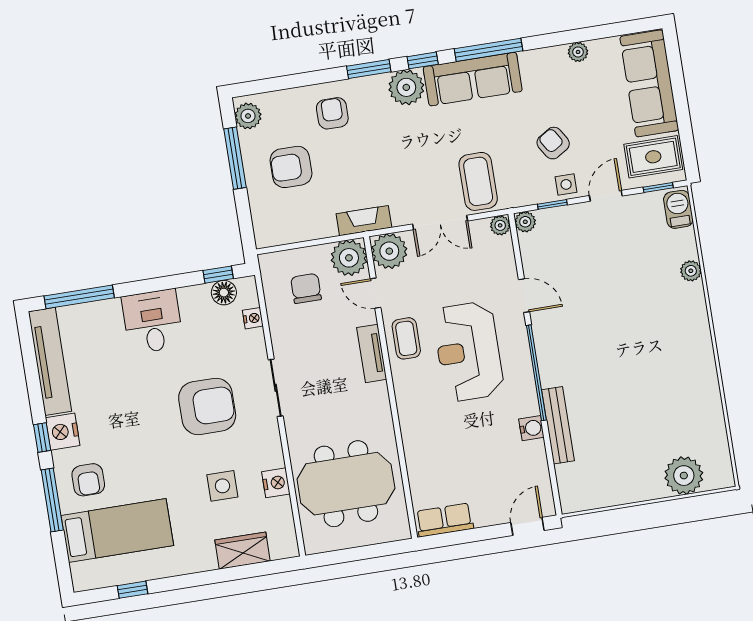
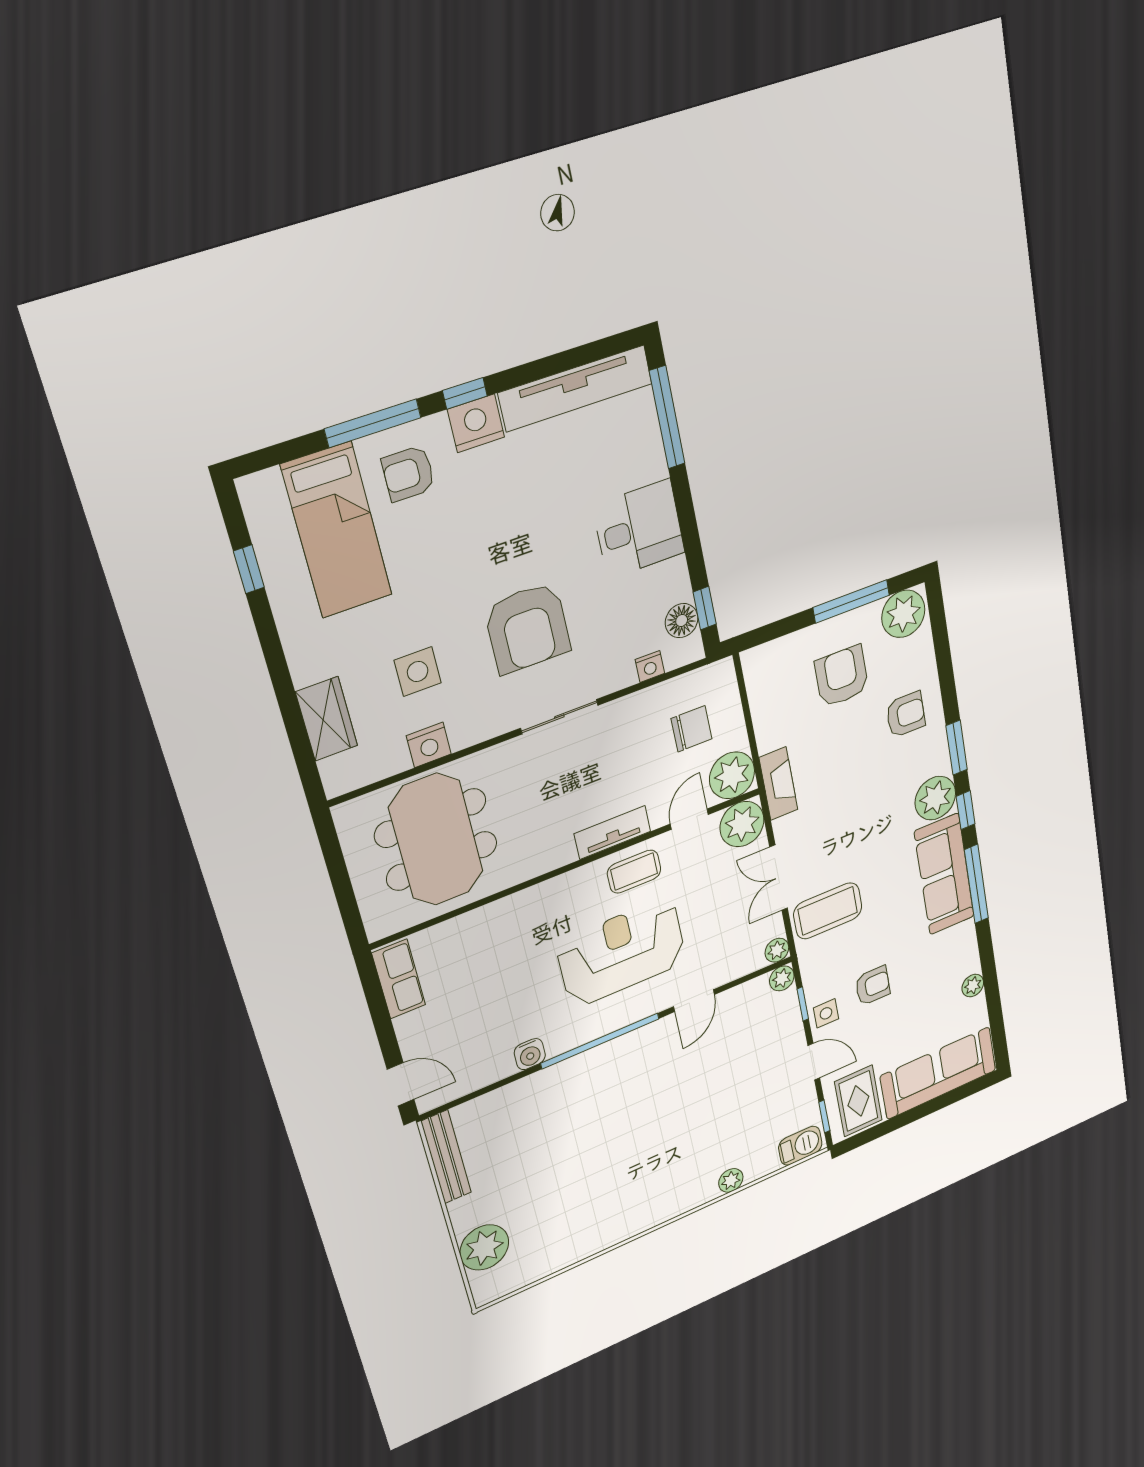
plant: (248, 116) -> (903, 614), width x1.36, depth x1.36
armchair: (553, 143) -> (873, 986), turned 32
bench: (558, 425) -> (446, 1157), moved, turned 90

